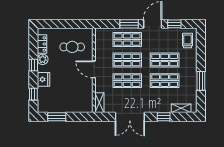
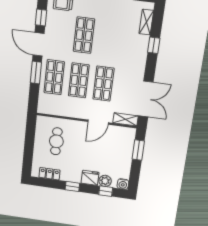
plant: (43, 59) -> (105, 181), moved
door: (94, 69) -> (98, 122), moved
shop shelf: (165, 81) -> (109, 38), removed
water cooler: (42, 108) -> (123, 184), added
window: (57, 117) -> (138, 150), moved
double door: (130, 117) -> (146, 99), moved

